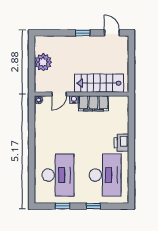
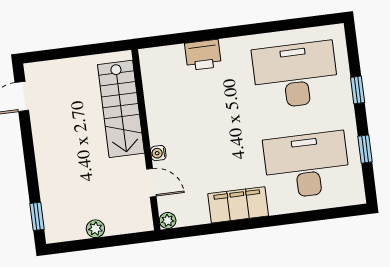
window: (83, 33) -> (37, 216), moved
plant: (43, 62) -> (95, 229), width x0.53, depth x0.53
filing cabinet: (93, 103) -> (238, 205), moved, turned -90
printer: (121, 143) -> (203, 55), moved

